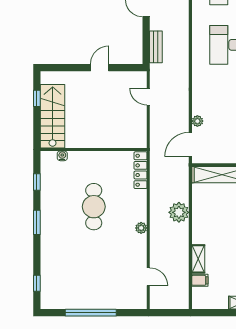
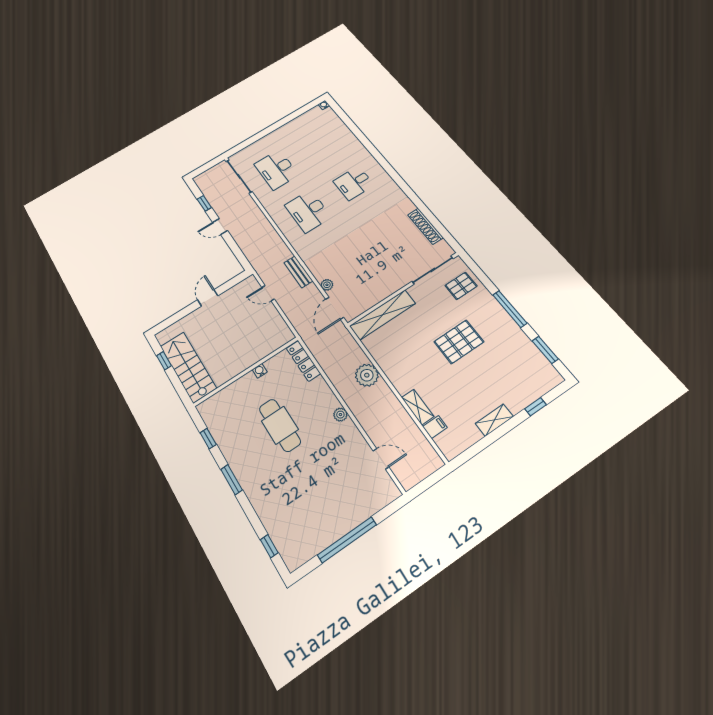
bench: (156, 47) -> (298, 272), moved
water cooler: (62, 156) -> (260, 371), moved

